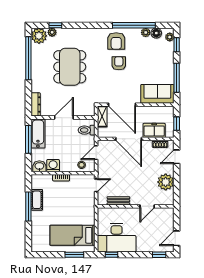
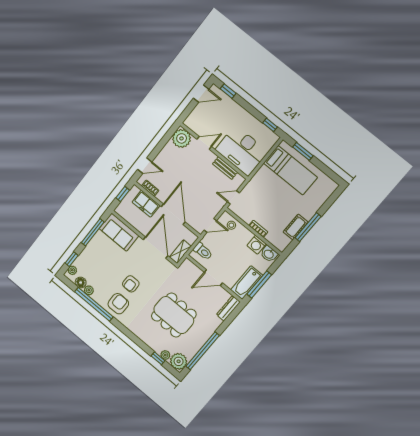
dining table: (70, 67) -> (174, 315), turned 90
plant: (166, 182) -> (182, 138), moved
desk: (117, 238) -> (242, 150), moved, turned 180

